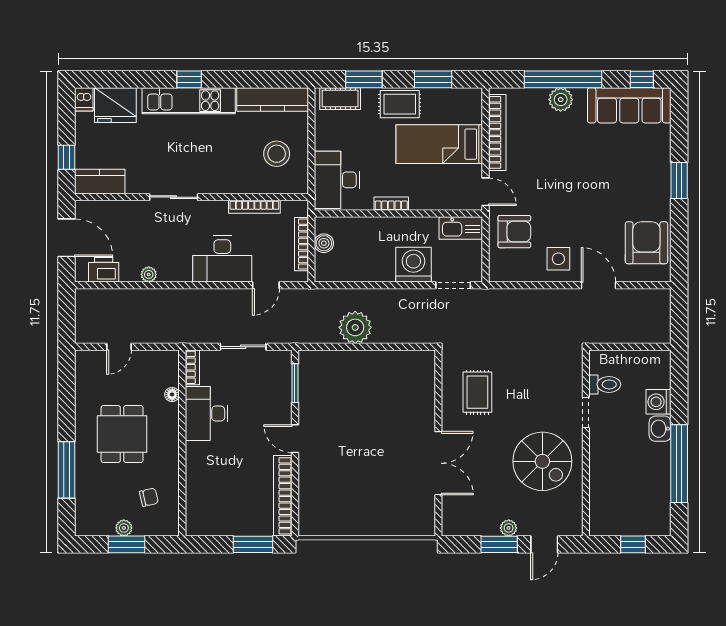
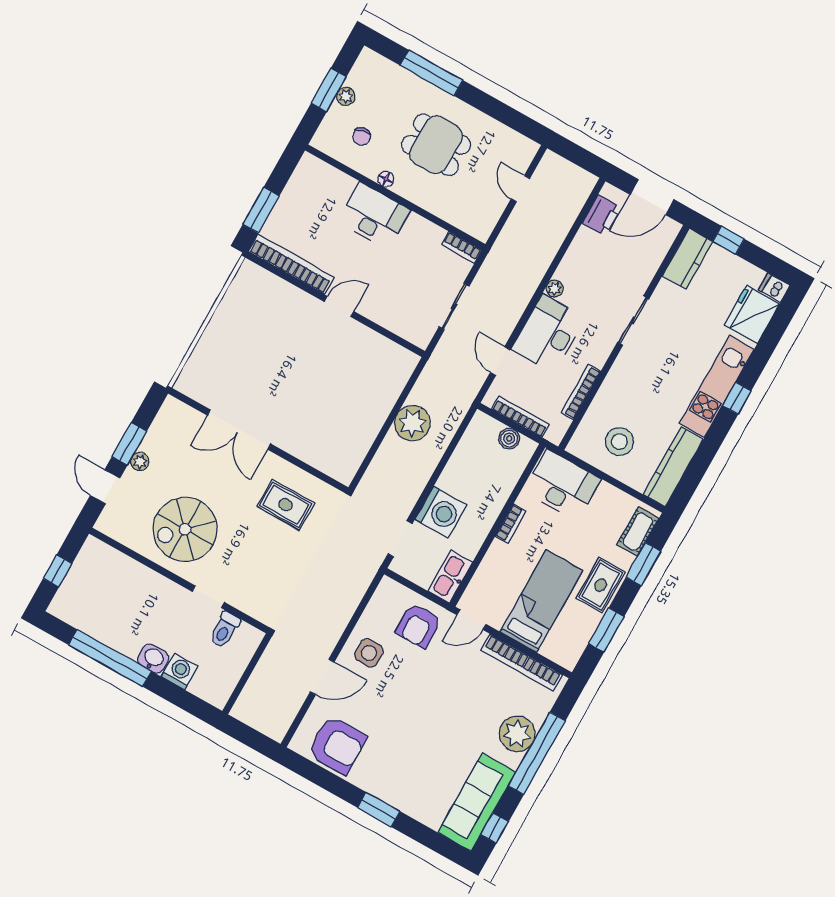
plant: (561, 100) -> (517, 734), width x1.36, depth x1.36
plant: (149, 274) -> (555, 289), moved
window: (295, 383) -> (392, 336), removed
floor lamp: (172, 394) -> (386, 179), moved
desk: (207, 414) -> (374, 216), moved

